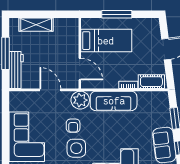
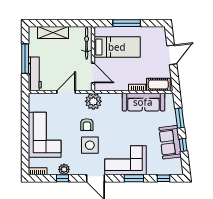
bicycle: (73, 36) -> (87, 43), added
door: (50, 90) -> (66, 92), hinge flipped
sofa: (114, 101) -> (143, 102), moved

